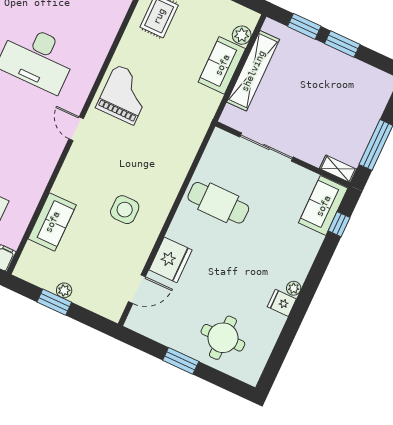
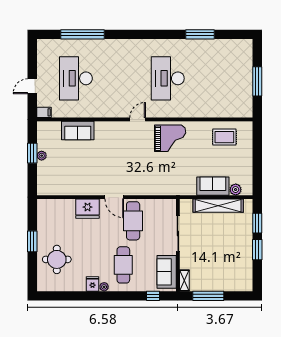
sofa: (323, 206) -> (167, 272), moved, turned -90
side table: (125, 210) -> (104, 169), removed
cafe table: (275, 246) -> (123, 265), added
door: (137, 289) -> (114, 197), moved

